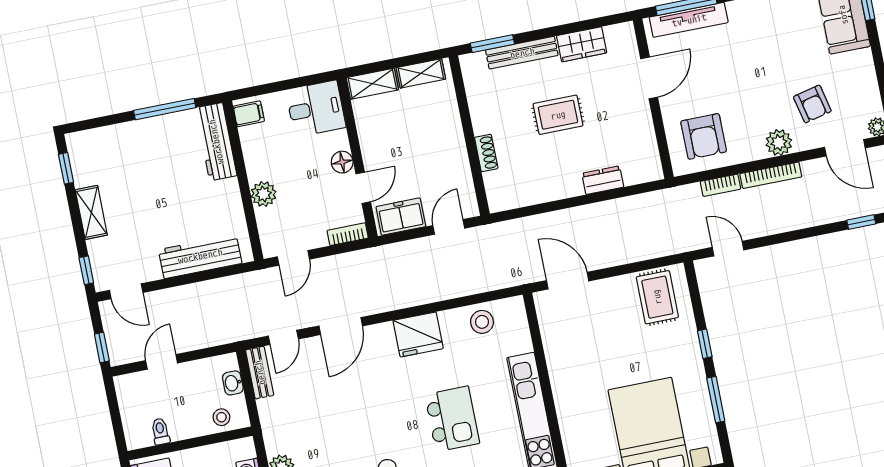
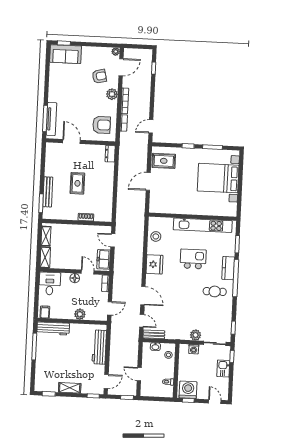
wardrobe: (582, 44) -> (51, 166), removed
dresser: (603, 180) -> (110, 154), moved
door: (293, 258) -> (110, 308), hinge flipped
door: (568, 281) -> (148, 181), moved

